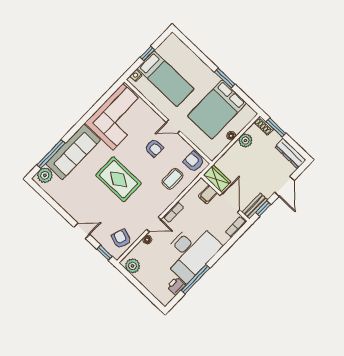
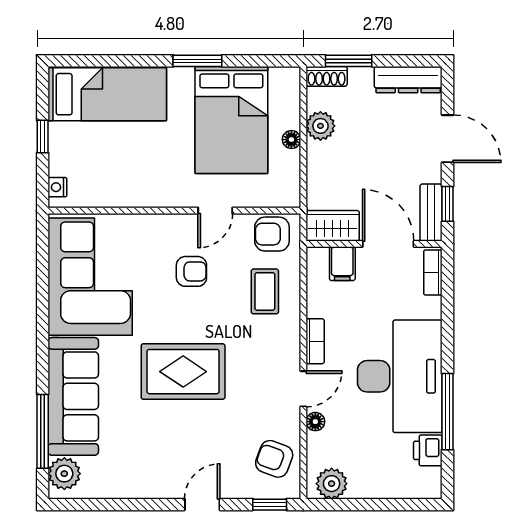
bed: (166, 79) -> (107, 94), moved
door: (173, 126) -> (215, 211), moved

